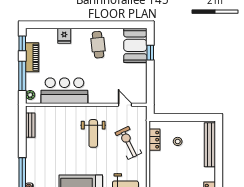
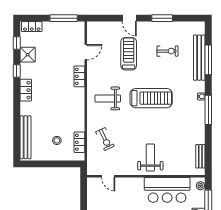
weight bench: (93, 133) -> (150, 157), moved
exercise bike: (128, 143) -> (105, 139), width x0.73, depth x0.72

